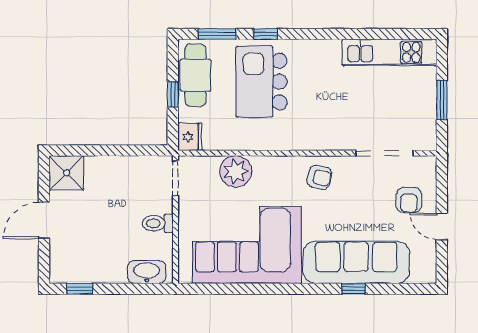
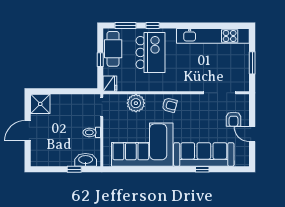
kitchen unit: (389, 52) -> (213, 36), width x1.36
kitchen island: (262, 82) -> (150, 52), turned 180
armchair: (319, 177) -> (170, 105), moved
window: (80, 289) -> (74, 169), moved

